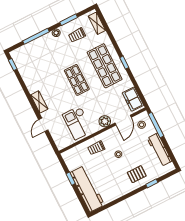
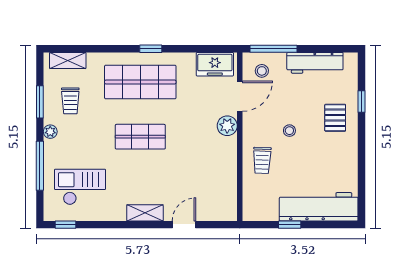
door: (123, 120) -> (240, 96), hinge flipped
checkout: (78, 123) -> (80, 187), moved, turned 180
door: (43, 125) -> (184, 225), swing flipped

